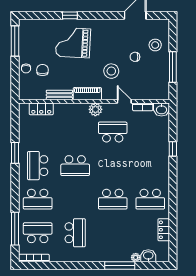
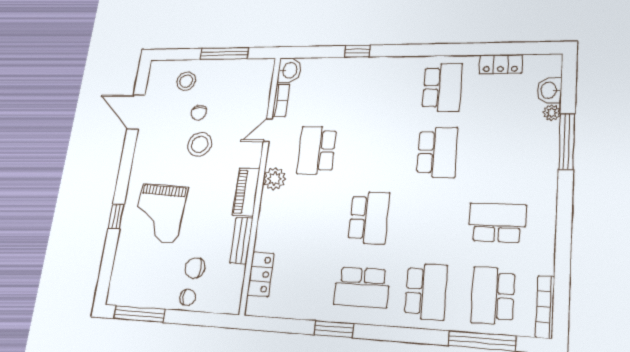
stool: (111, 71) -> (200, 144), moved

